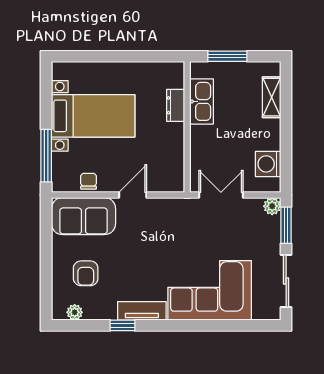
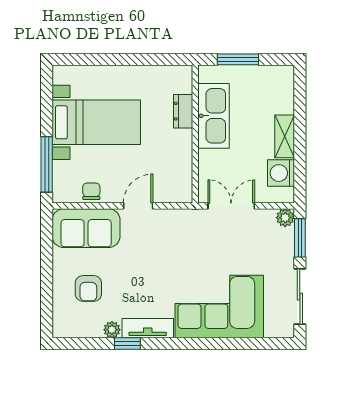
shelving: (272, 97) -> (285, 136), moved
kitchen sink: (201, 101) -> (214, 116), width x1.36, depth x1.24
plant: (75, 312) -> (112, 330), moved

